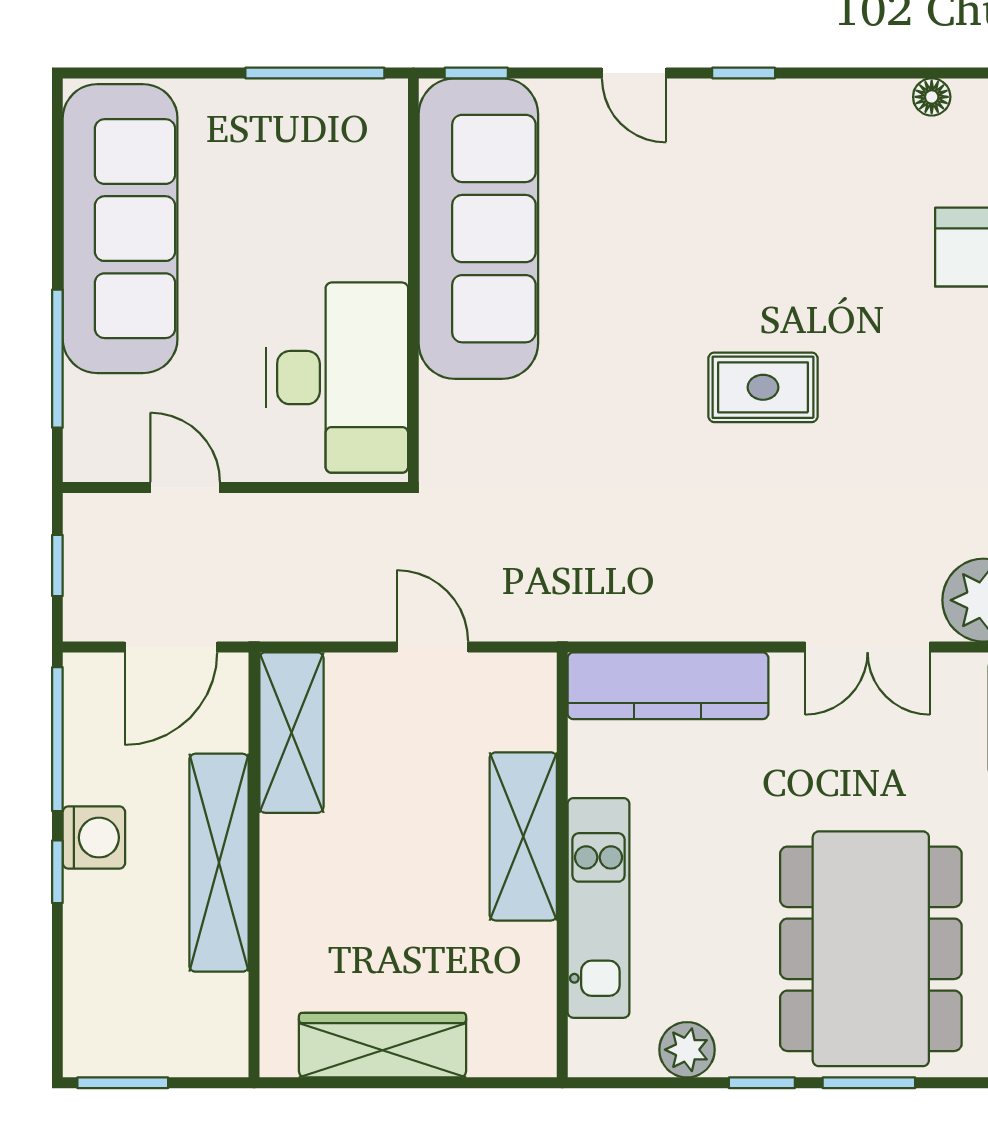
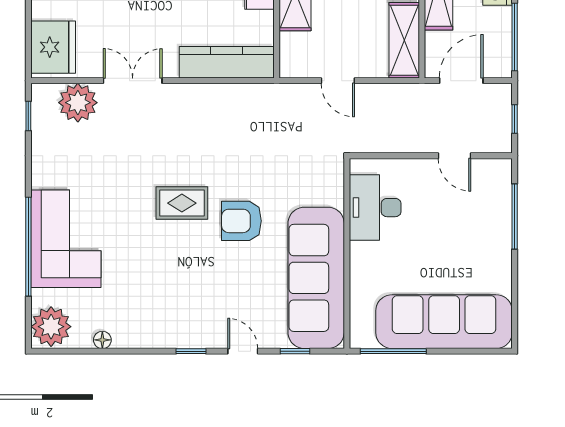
window: (476, 73) -> (295, 351), moved
sofa: (120, 229) -> (444, 322), moved, turned 90
armchair: (637, 349) -> (241, 221), added
desk: (337, 378) -> (375, 208), width x0.73, depth x0.77

